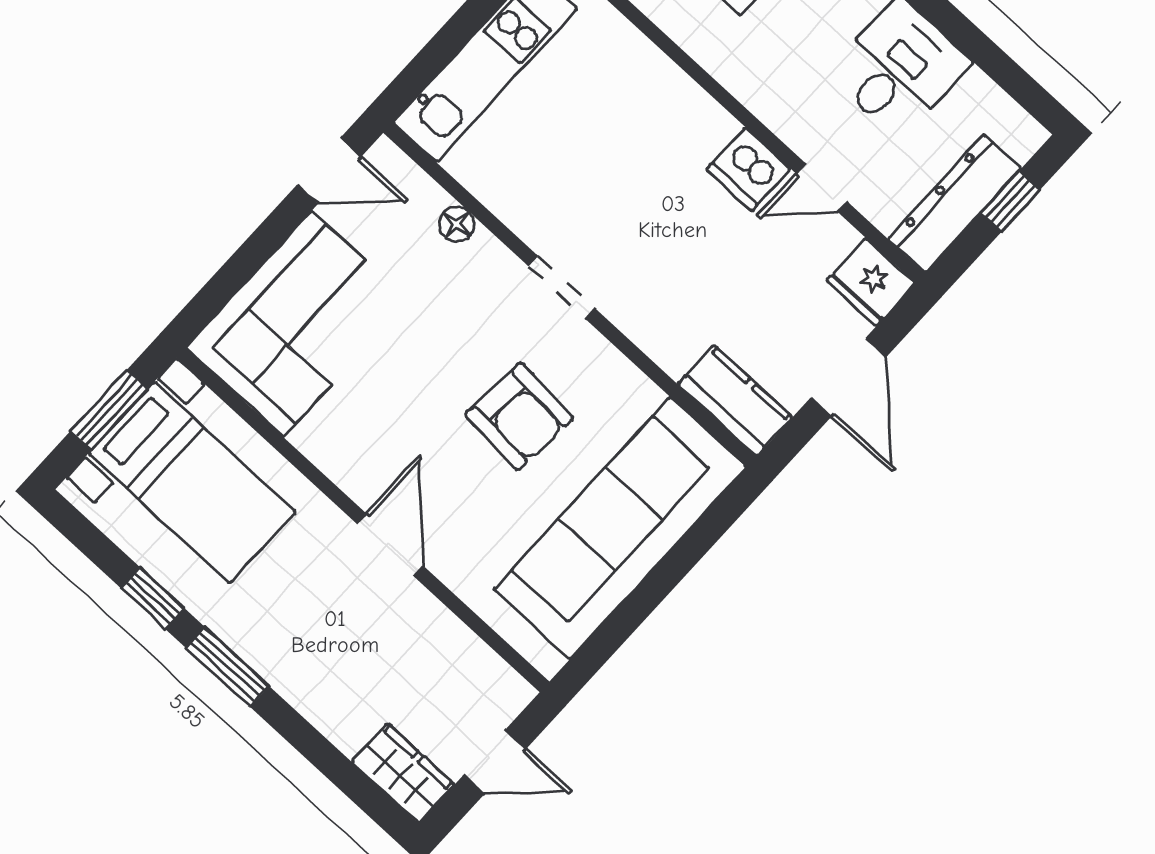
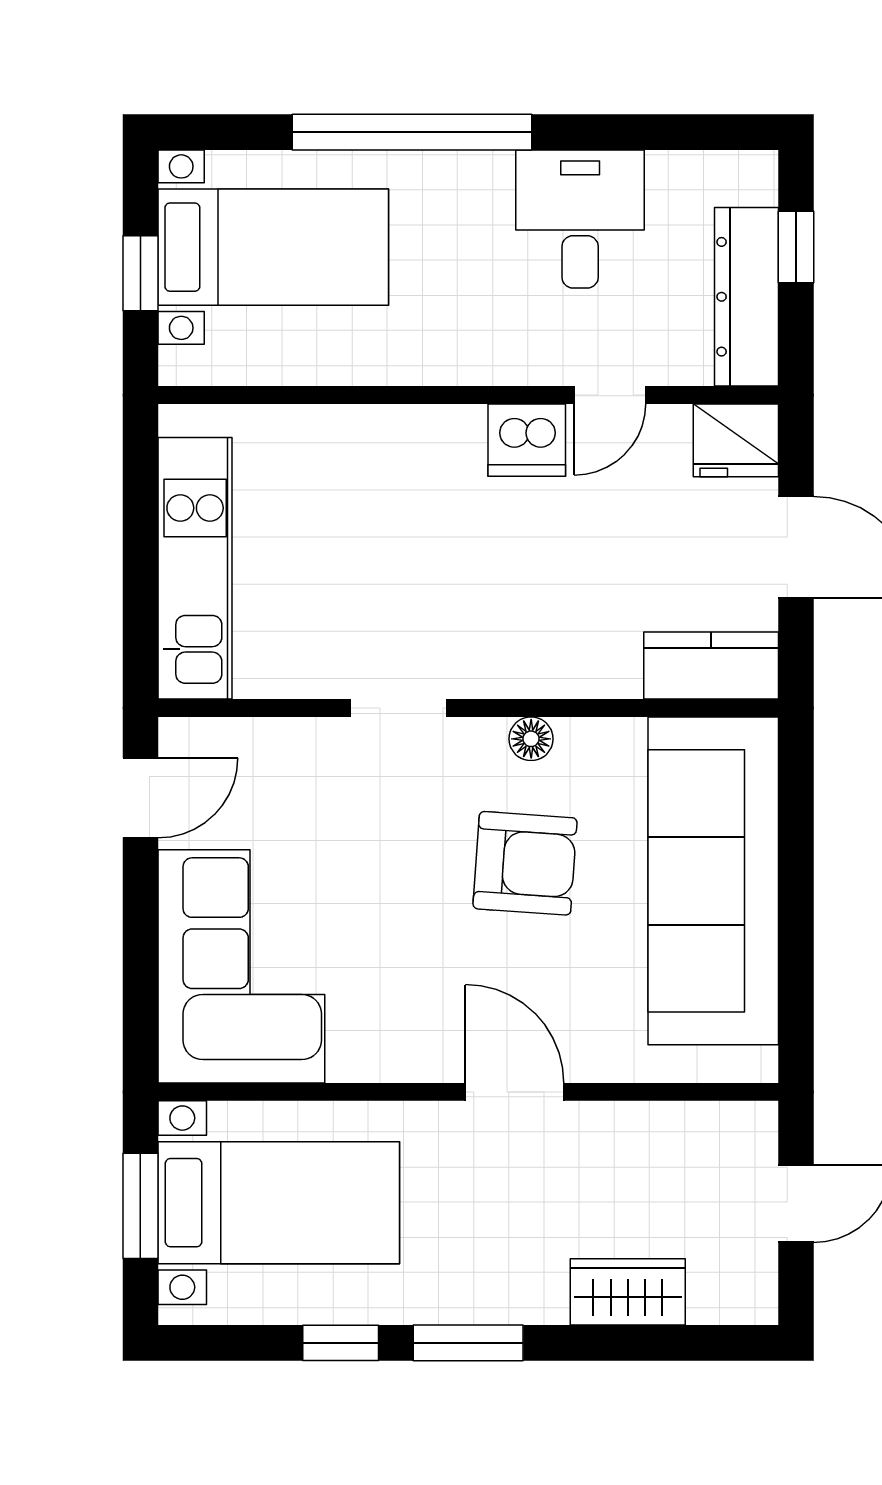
floor lamp: (457, 224) -> (531, 739), moved
doorway: (561, 287) -> (399, 708), moved
wardrobe: (403, 773) -> (628, 1292), moved

